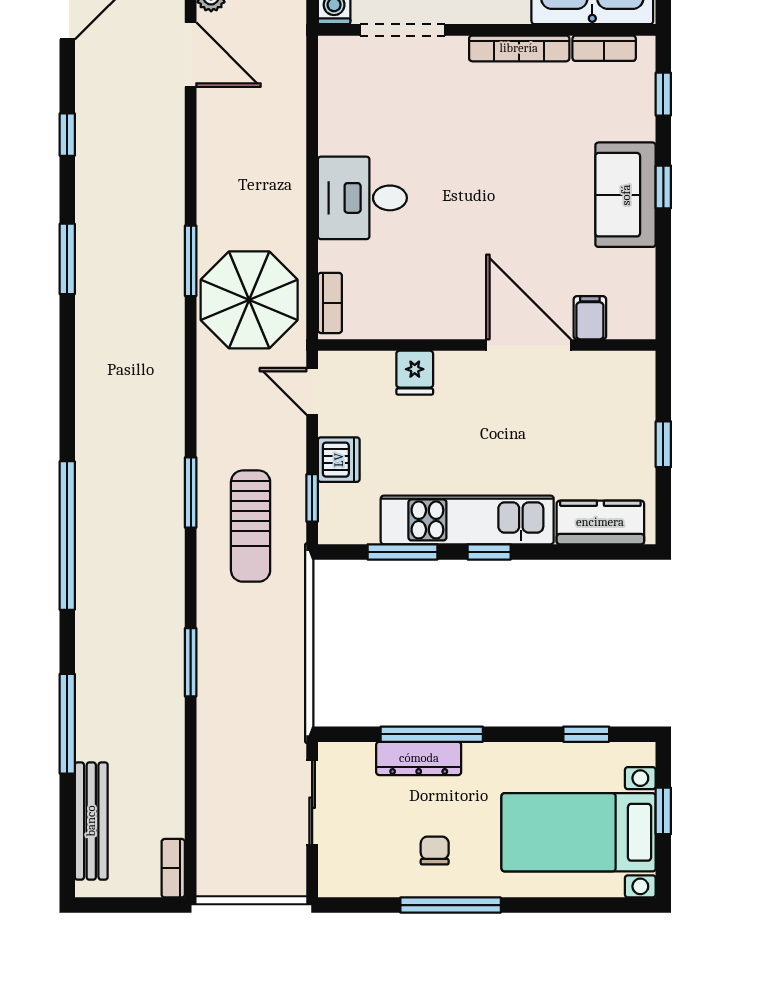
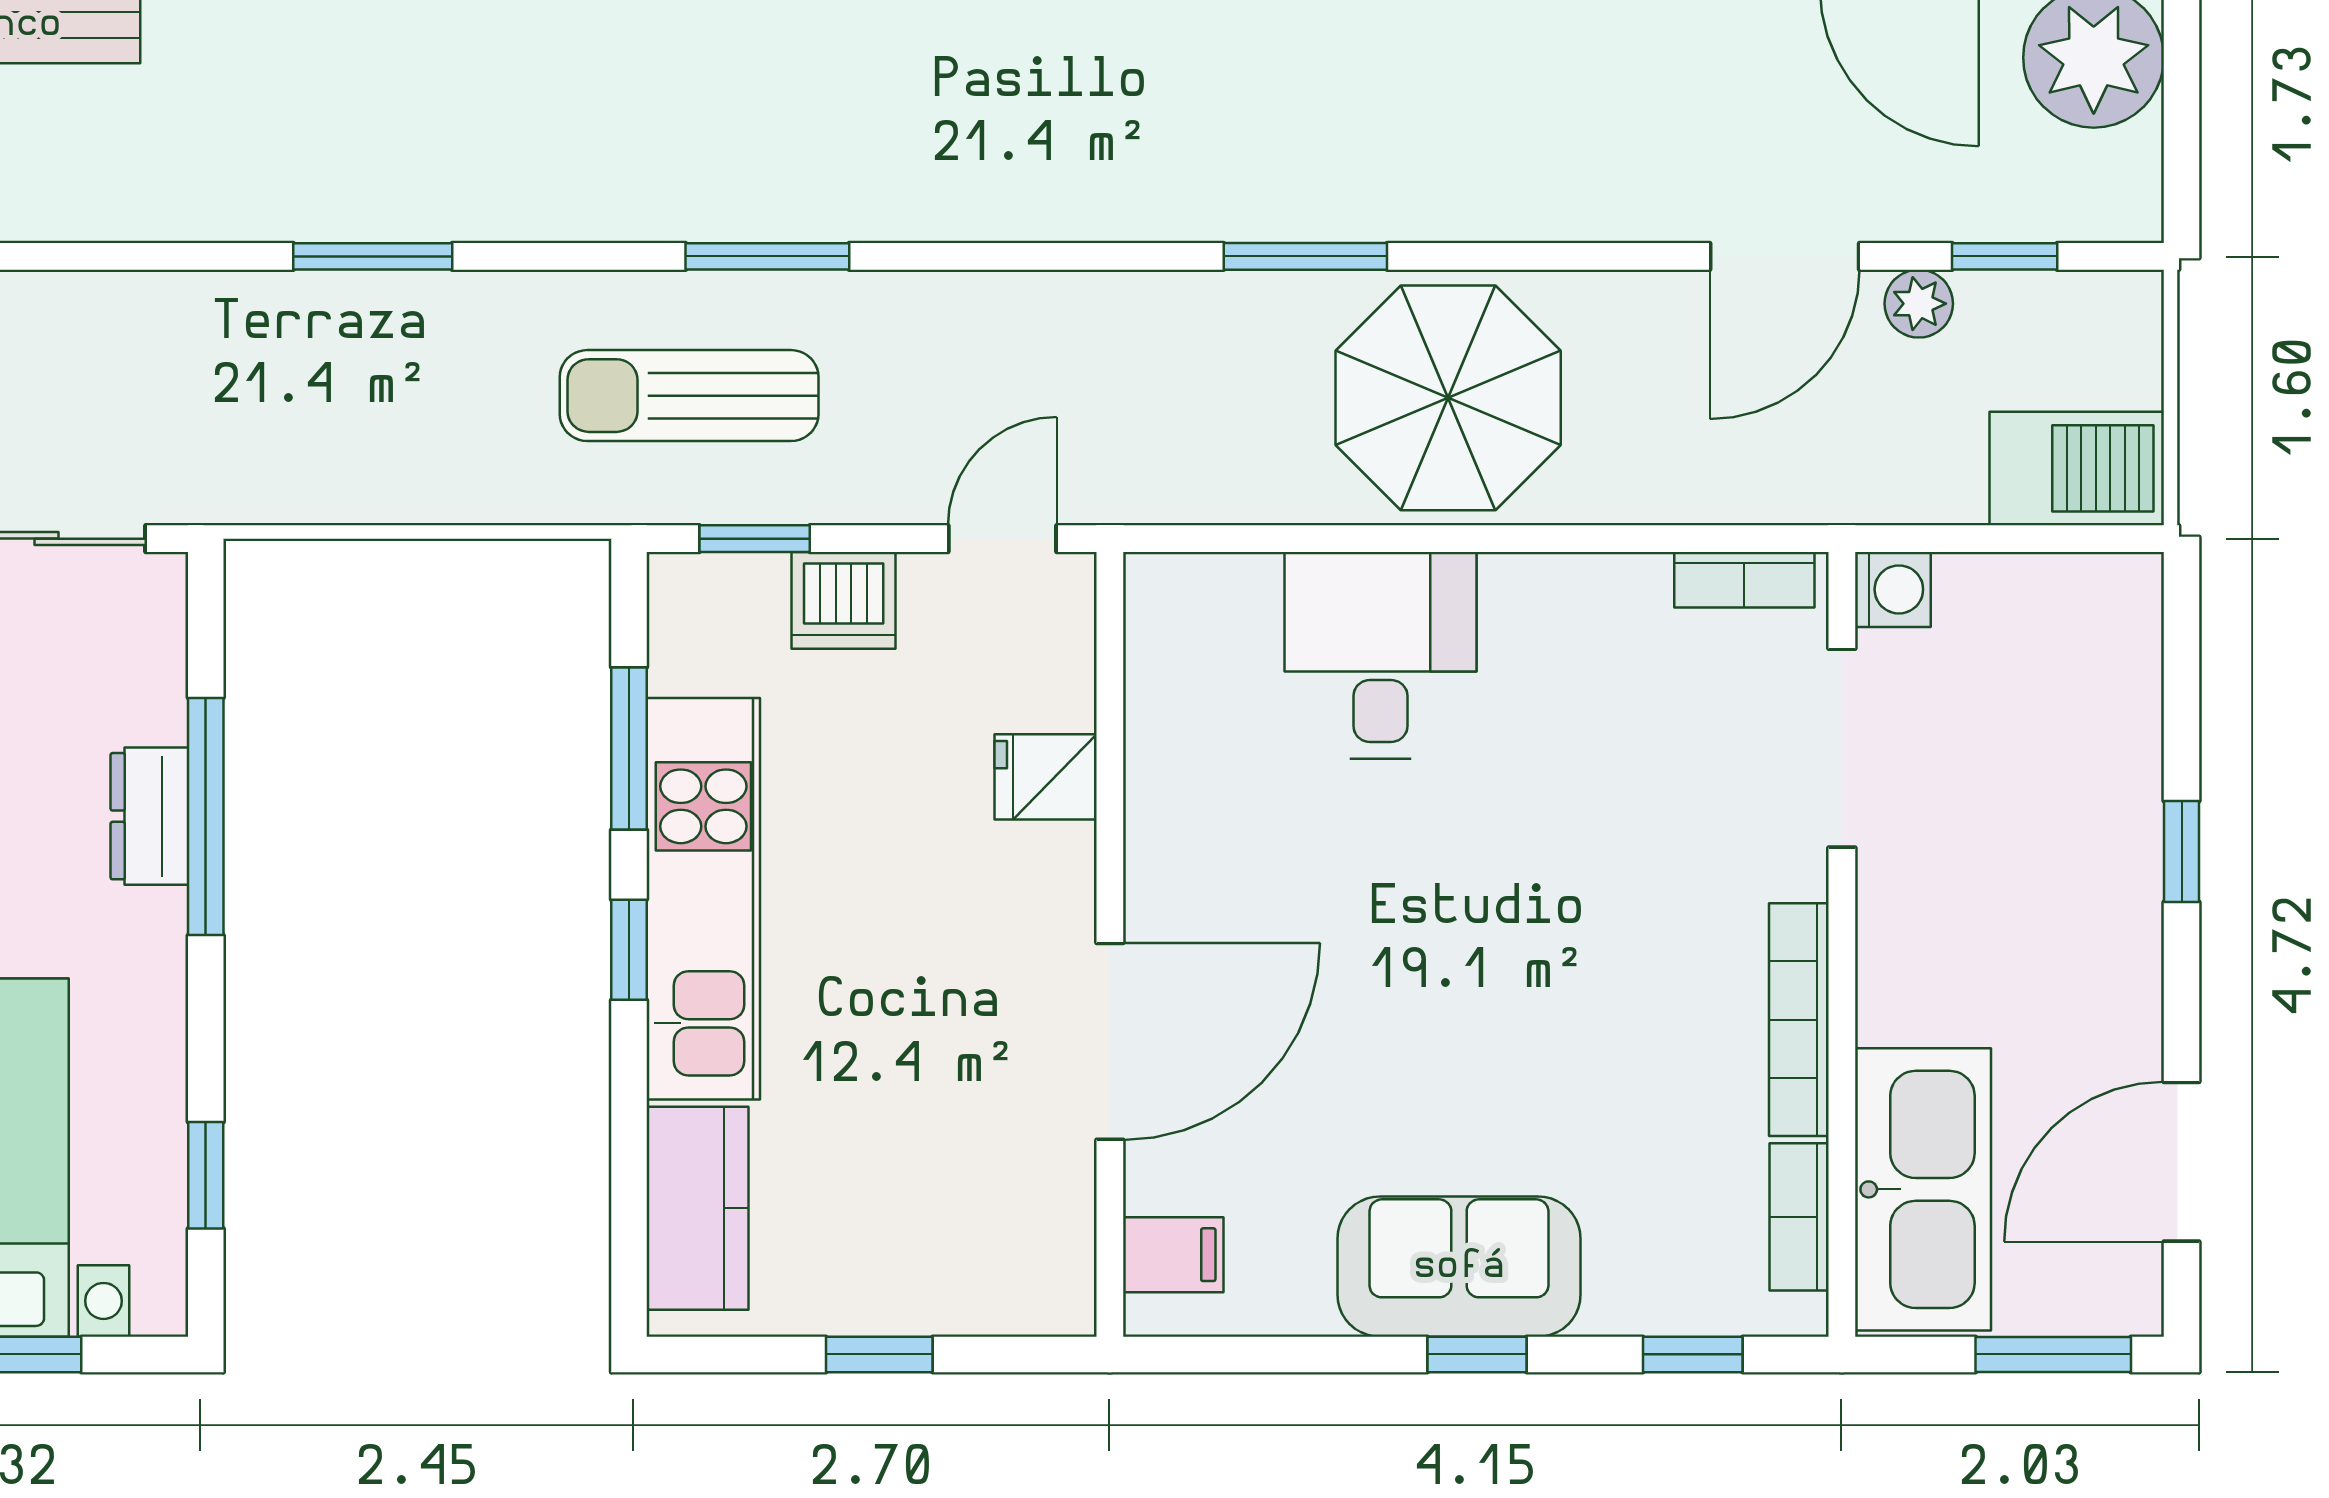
desk: (362, 198) -> (1380, 655), moved
parasol: (249, 300) -> (1448, 398), moved
bookcase: (330, 303) -> (1744, 580), moved
filing cabinet: (590, 318) -> (1173, 1255), moved
dresser: (419, 758) -> (149, 816), width x0.70

